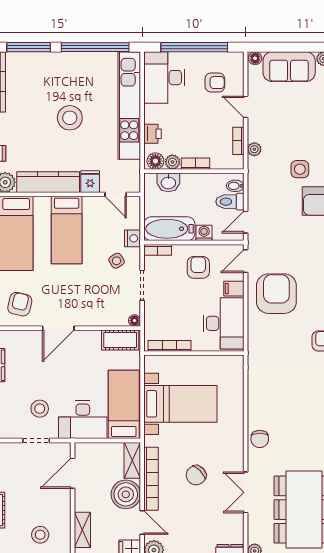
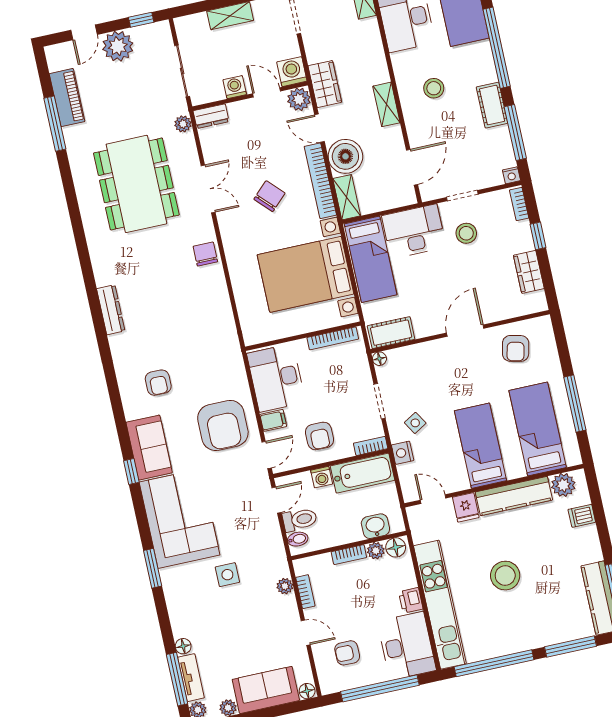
printer: (153, 134) -> (411, 600), moved
bed with nightstands: (180, 404) -> (306, 274), width x1.36

